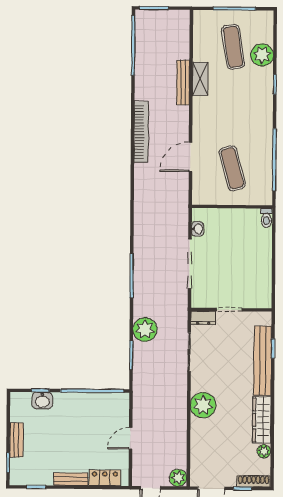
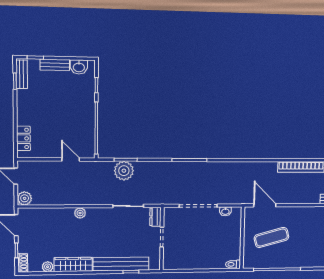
door: (191, 157) -> (265, 205), moved
plant: (145, 330) -> (124, 171), moved
washbasin: (42, 401) -> (79, 67), moved, turned -90
plant: (203, 405) -> (80, 213), width x0.53, depth x0.53
door: (131, 438) -> (71, 160), moved
bench: (71, 479) -> (22, 74), moved
shoe rack: (254, 481) -> (23, 263), width x0.70

